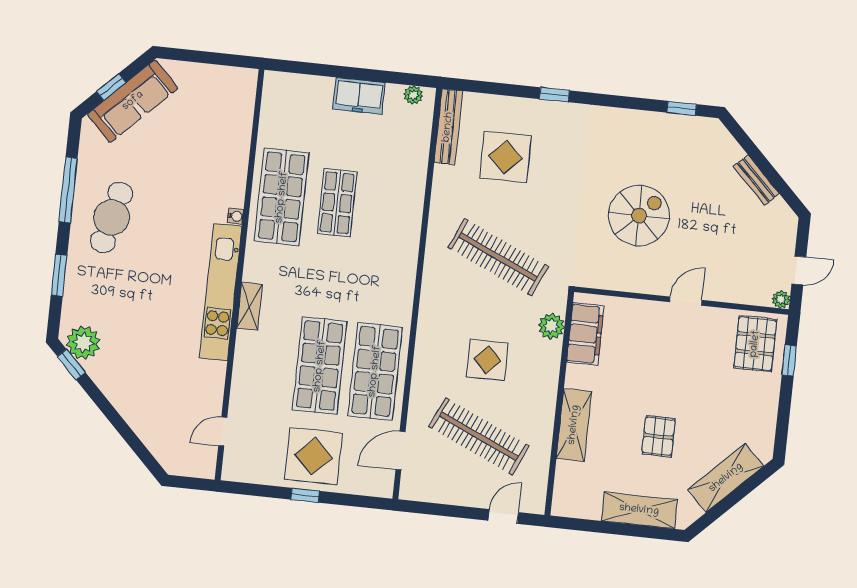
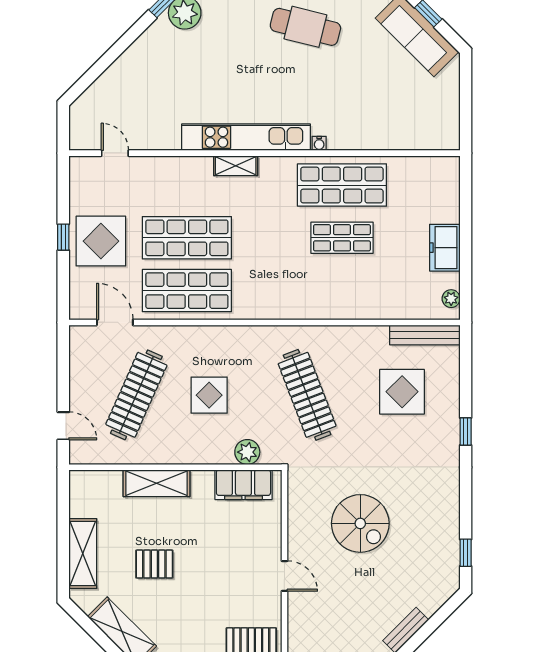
clothes rail: (498, 257) -> (307, 395), turned -45

